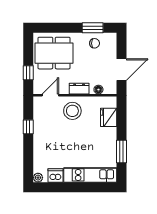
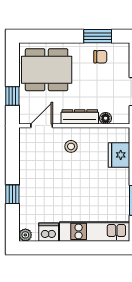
dresser: (79, 89) -> (80, 117), width x1.44
stool: (72, 111) -> (71, 146), width x0.53, depth x0.53
window: (28, 127) -> (12, 194), moved

